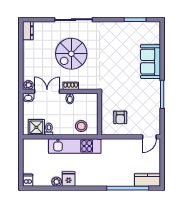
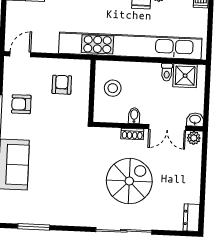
armchair: (147, 103) -> (21, 104), added
stool: (81, 126) -> (113, 88), moved
kitchen unit: (75, 146) -> (130, 46), width x1.86

